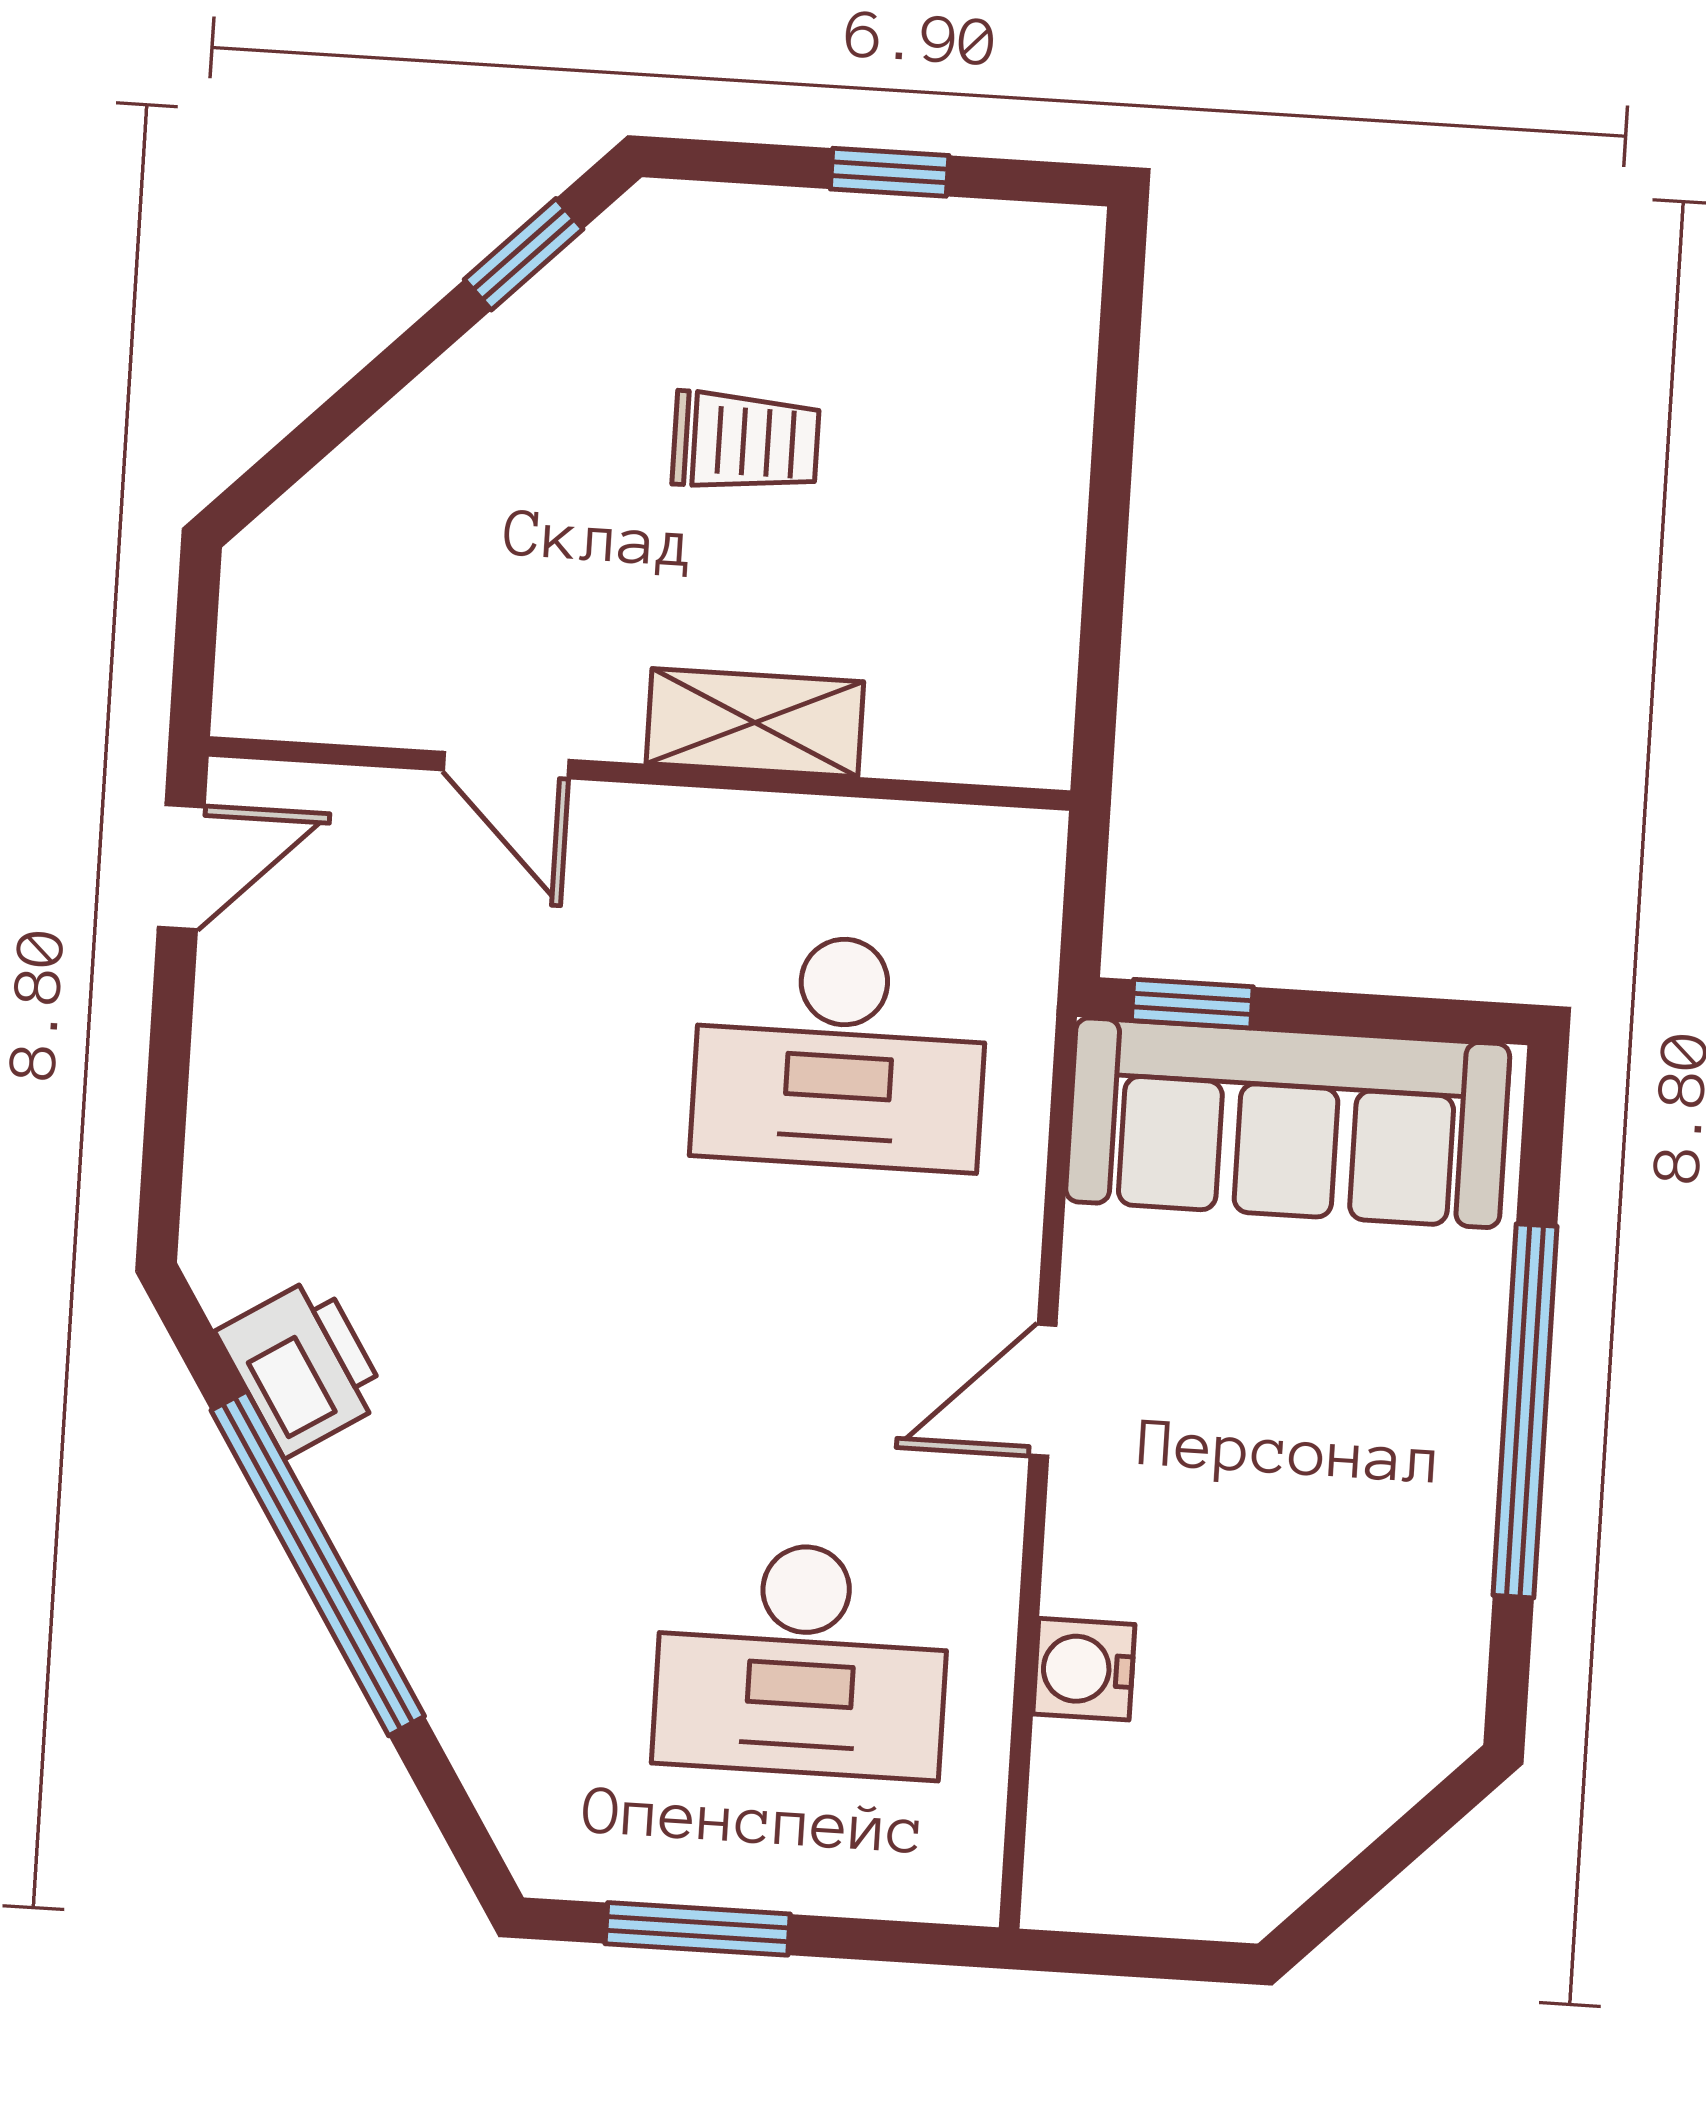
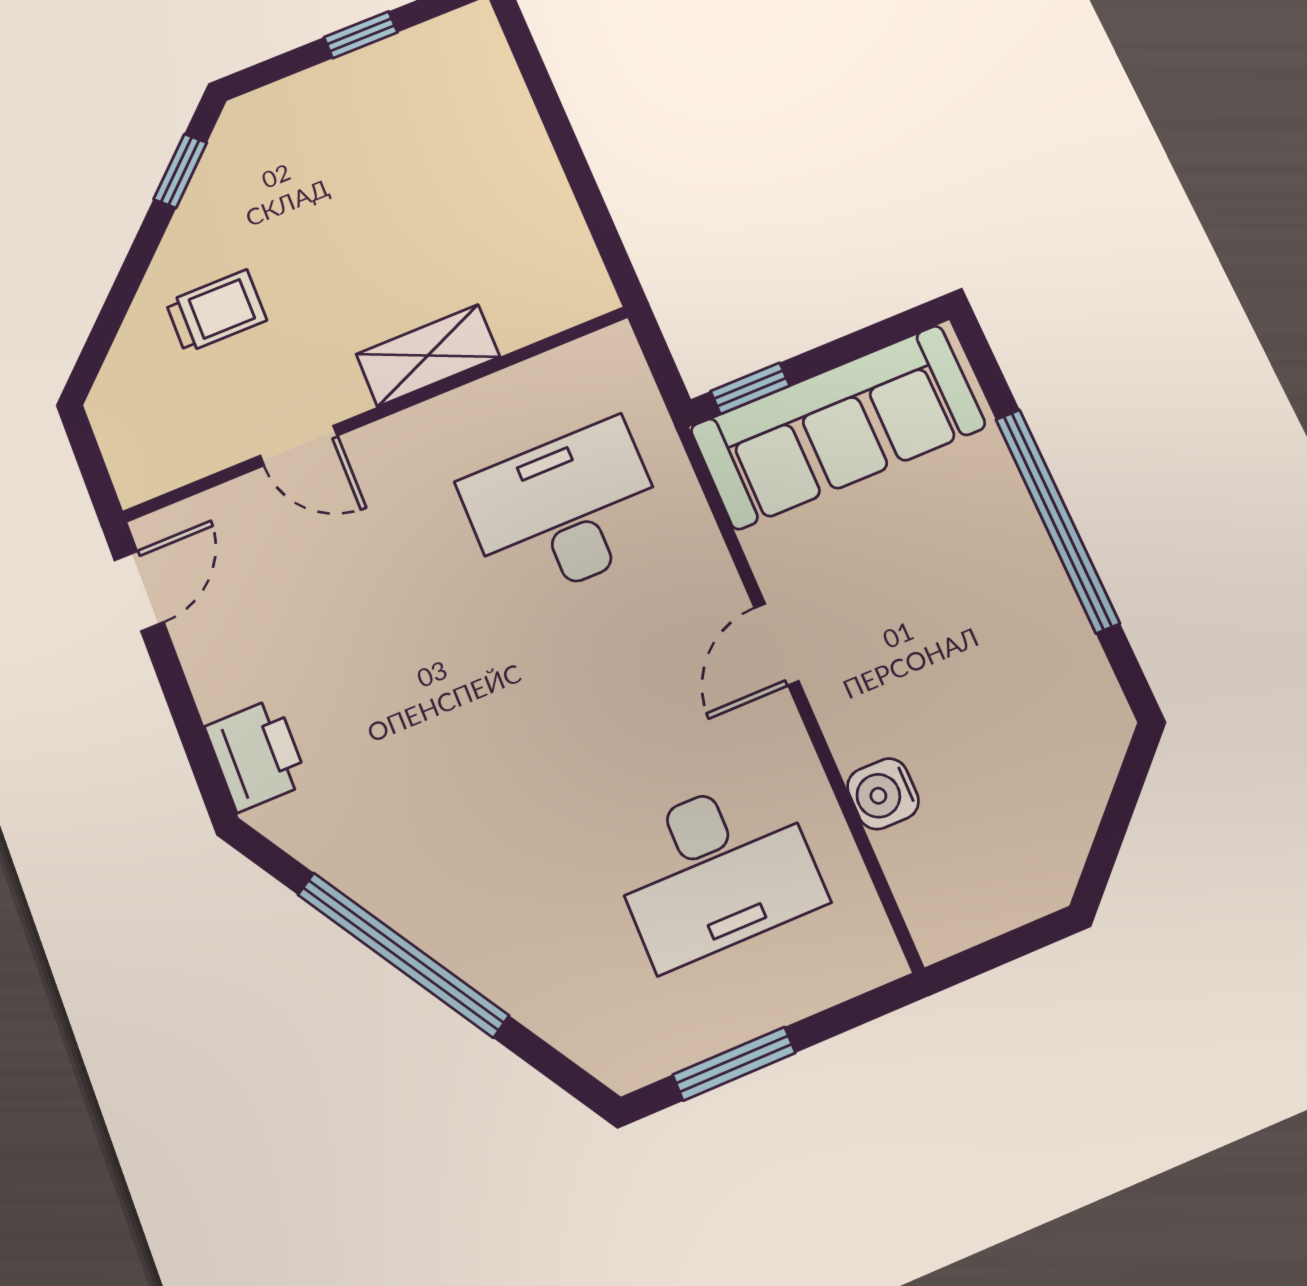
trolley: (746, 442) -> (216, 311), moved
desk: (840, 1052) -> (565, 511), turned 180
printer: (302, 1366) -> (257, 755), moved, turned 32

